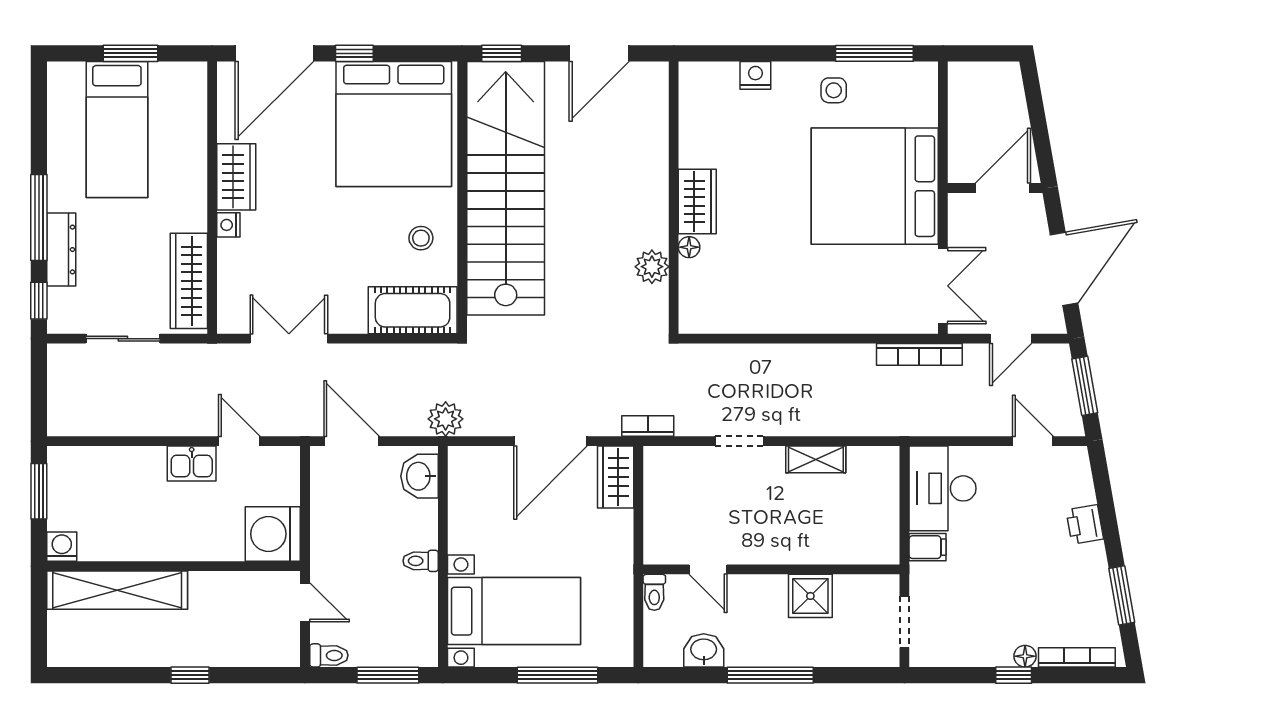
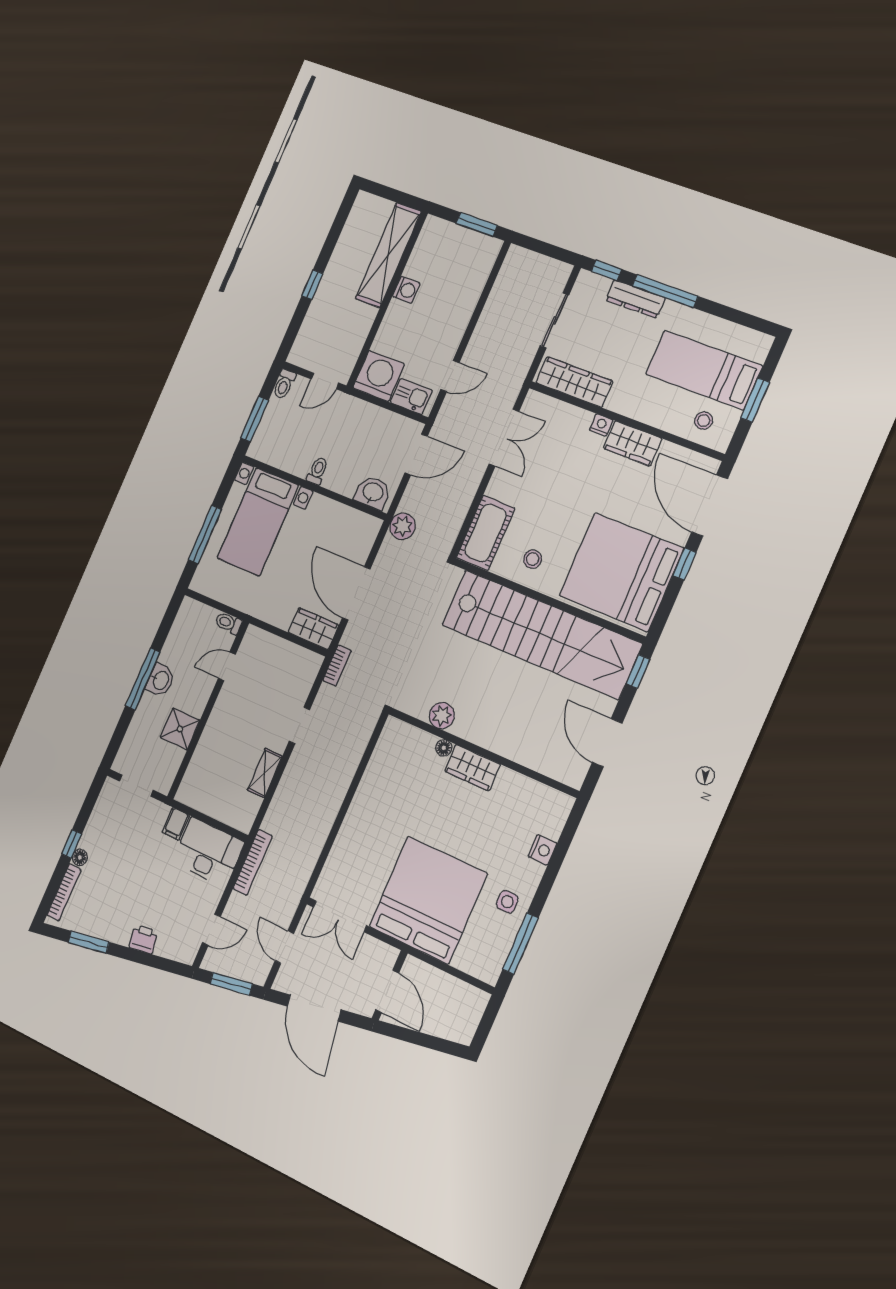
stool: (177, 104) -> (704, 421), added
bookcase: (919, 354) -> (253, 862), moved, turned 180
kitchen sink: (192, 464) -> (411, 397), moved, turned 90
washing machine: (62, 547) -> (406, 290), moved
washbasin: (704, 650) -> (160, 680), moved

